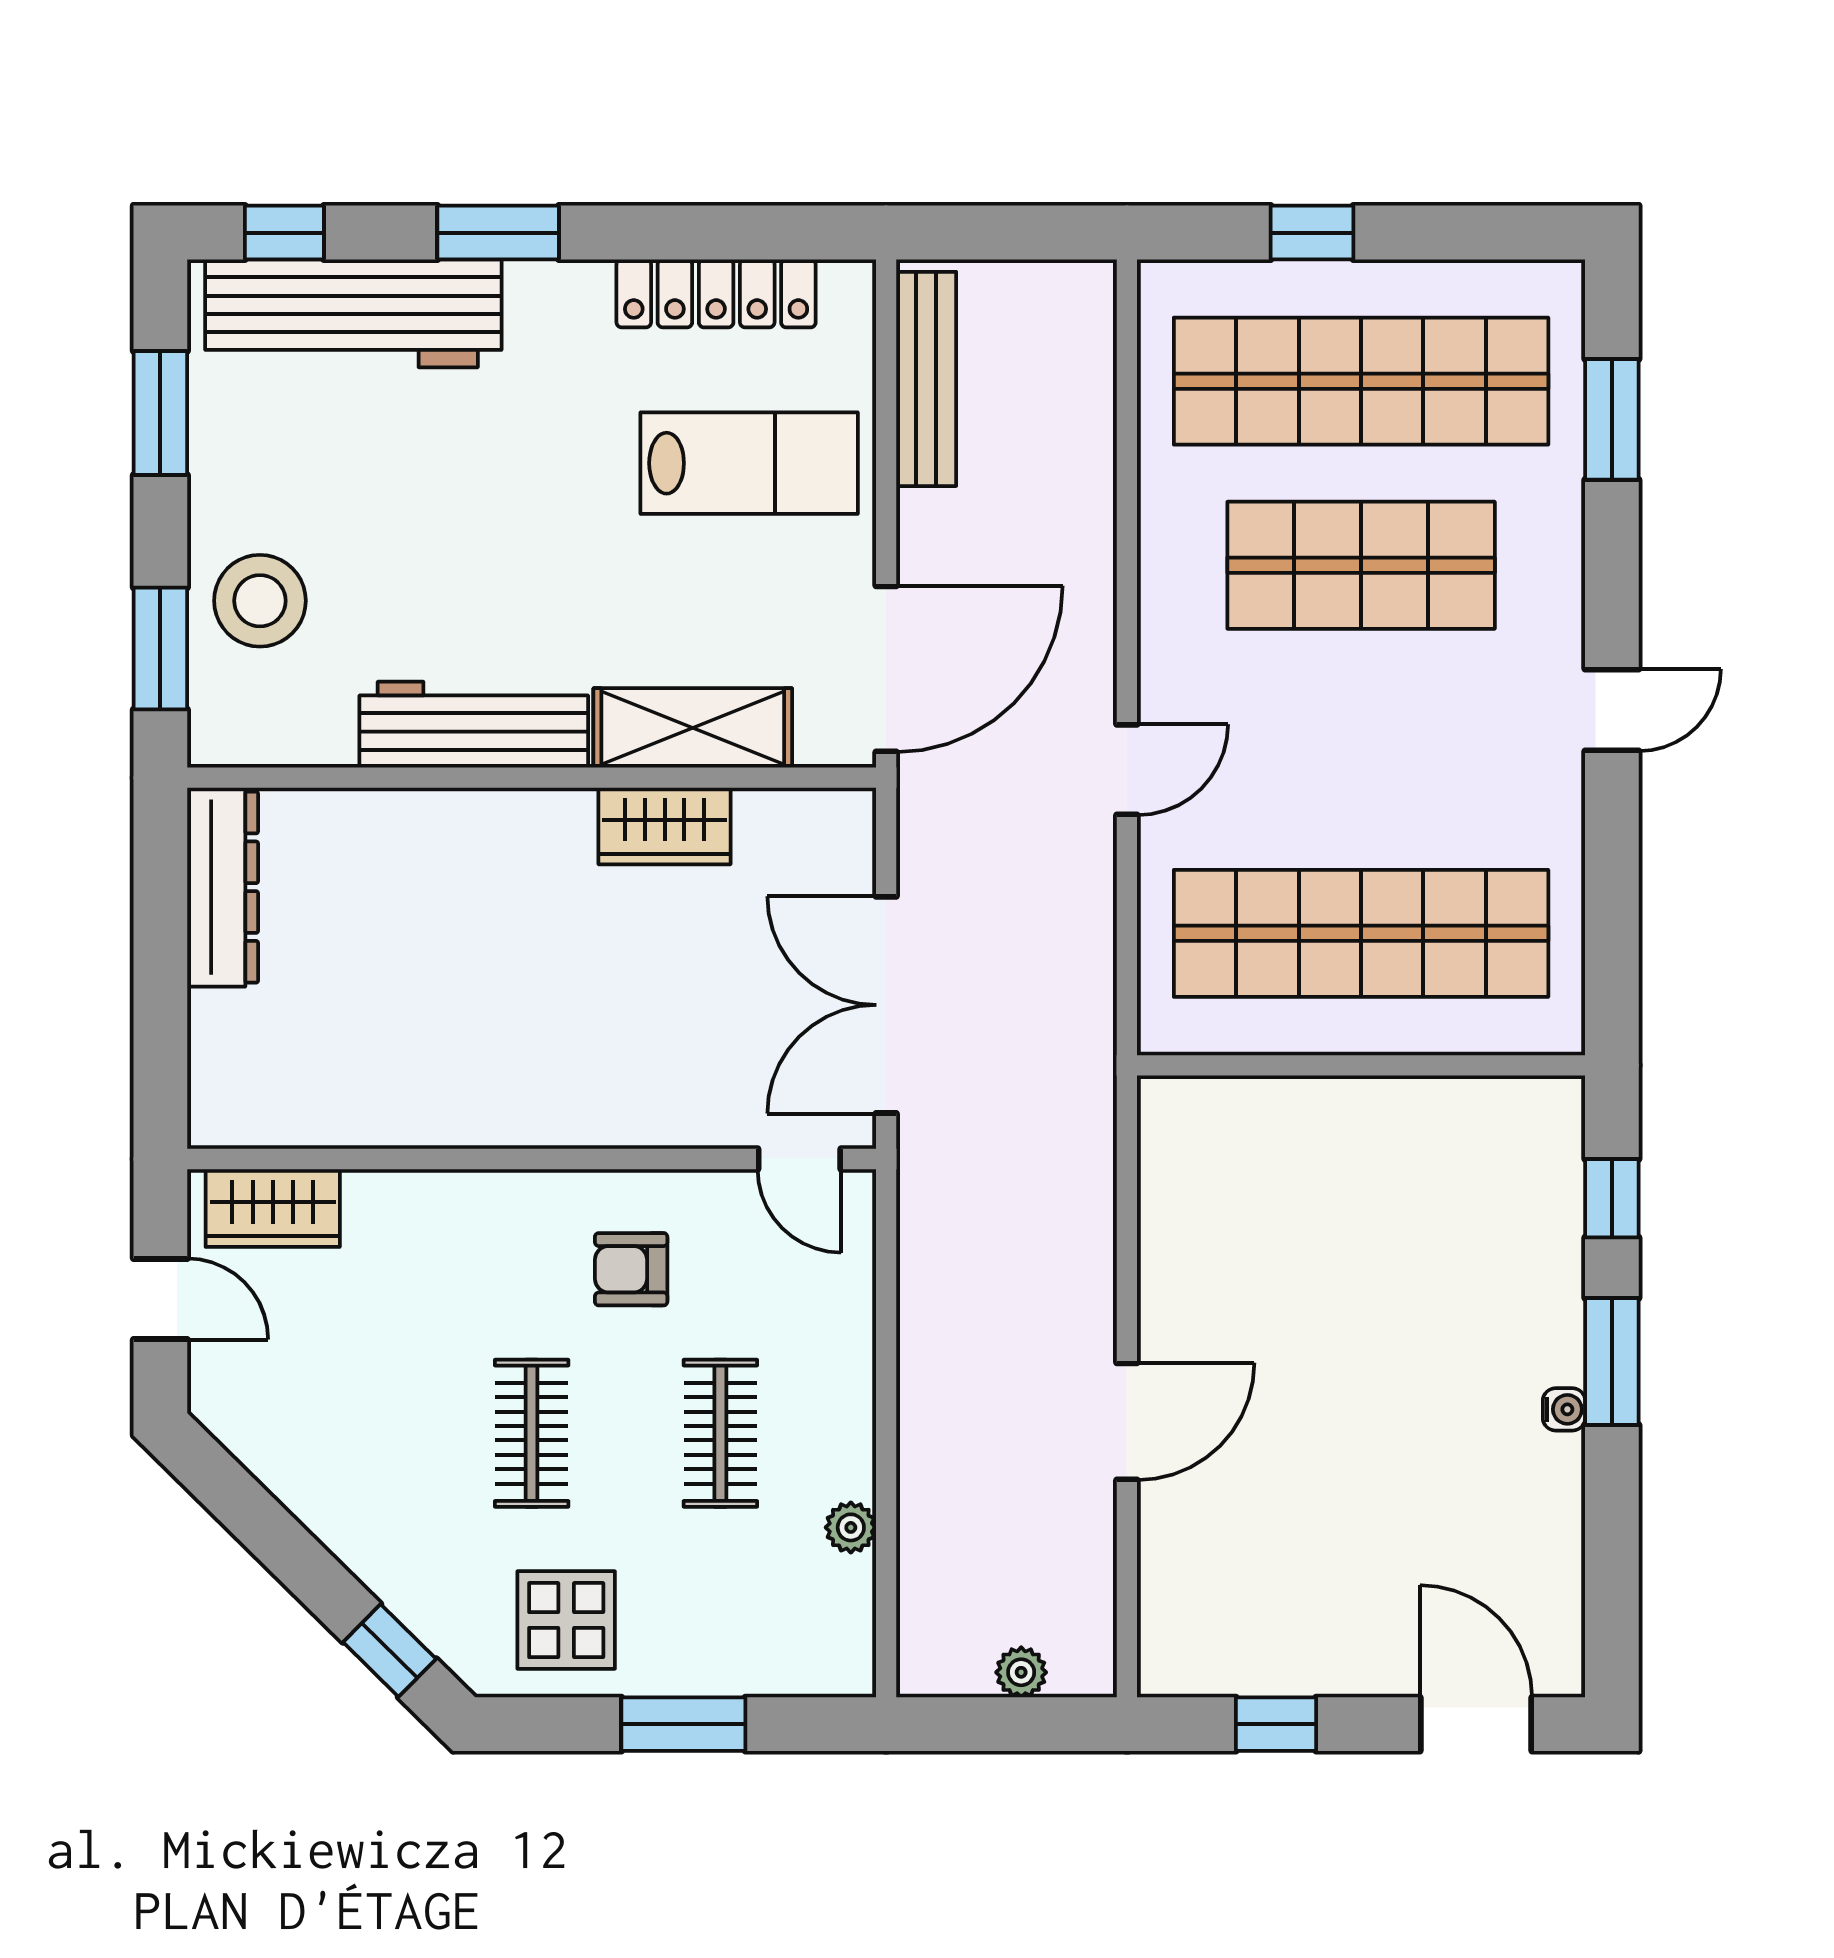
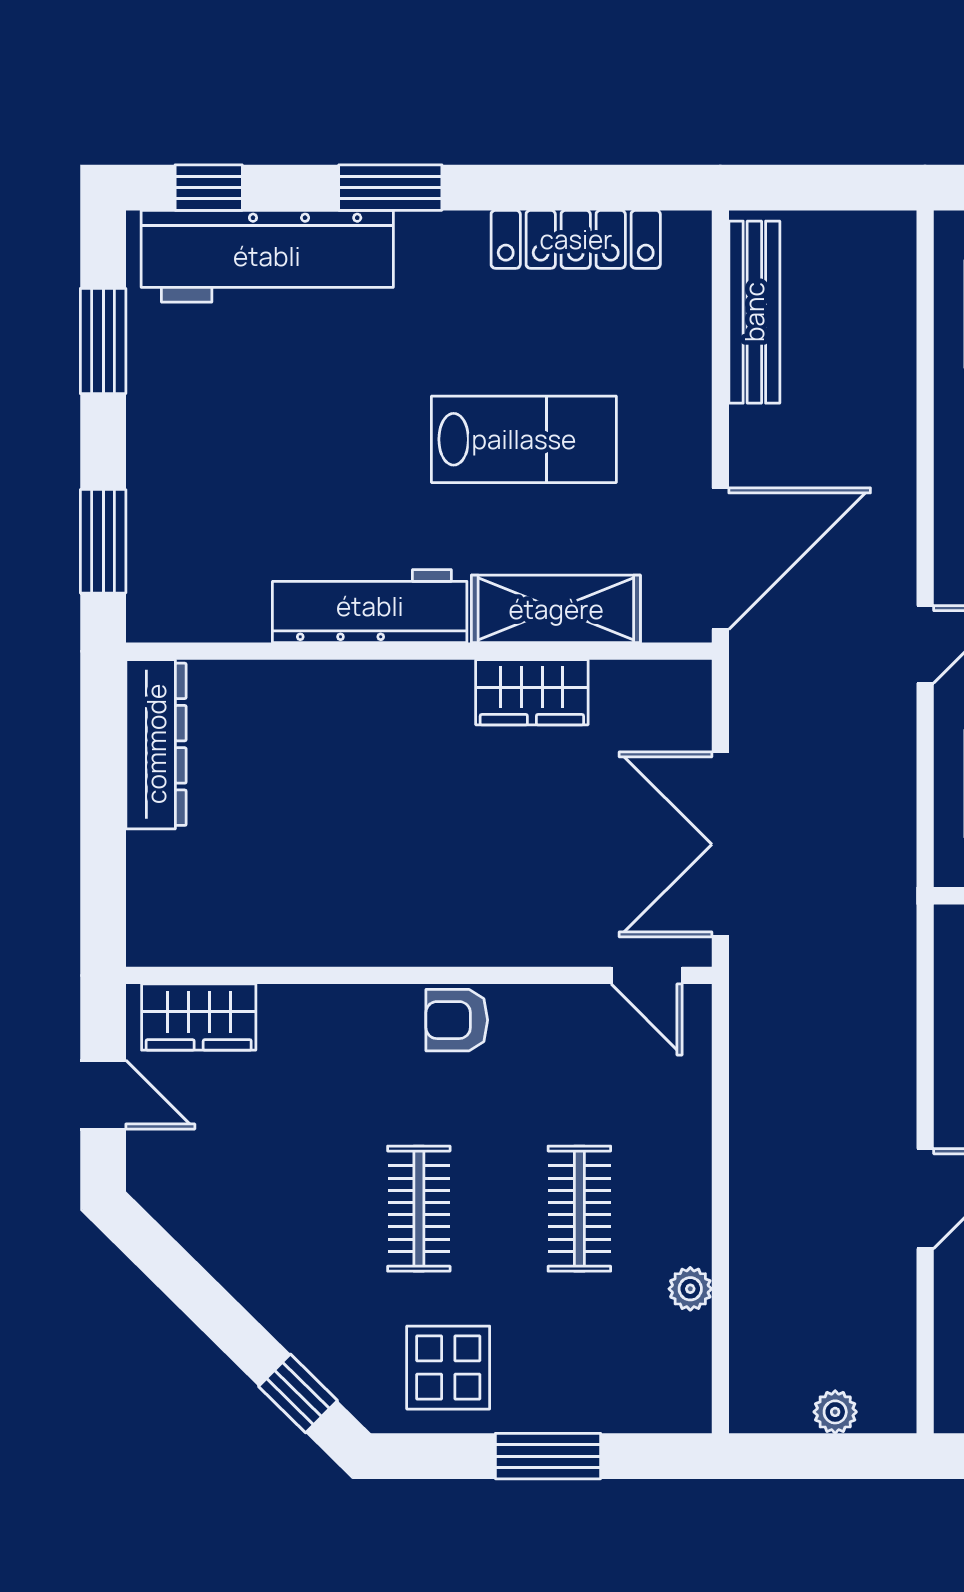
lab bench: (749, 463) -> (524, 439), moved
stool: (260, 601) -> (188, 501), removed
armchair: (631, 1269) -> (457, 1020), moved

